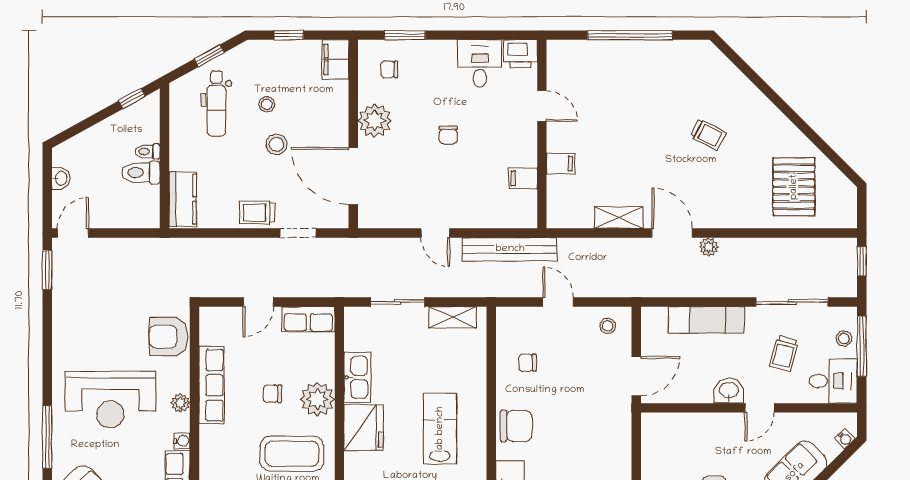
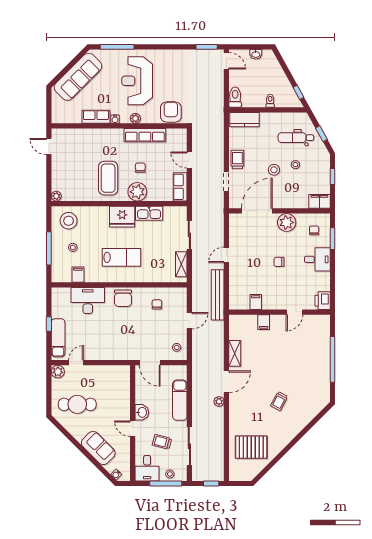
desk: (480, 63) -> (317, 259), moved
toilet: (141, 172) -> (235, 97), moved

